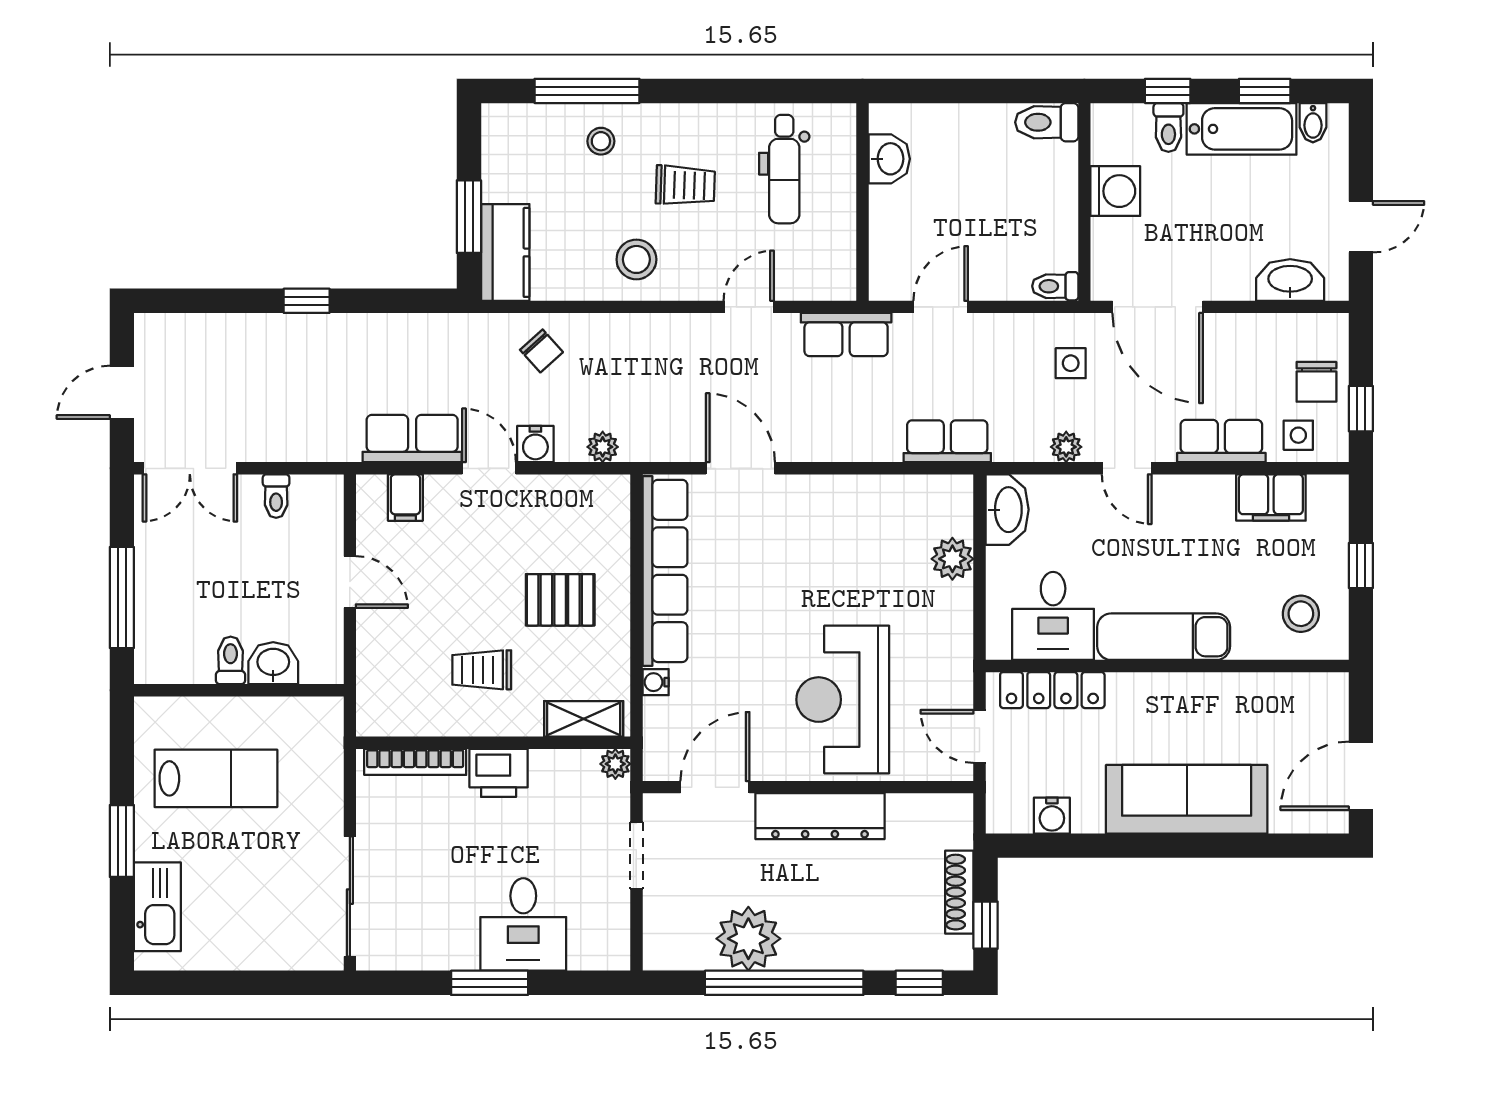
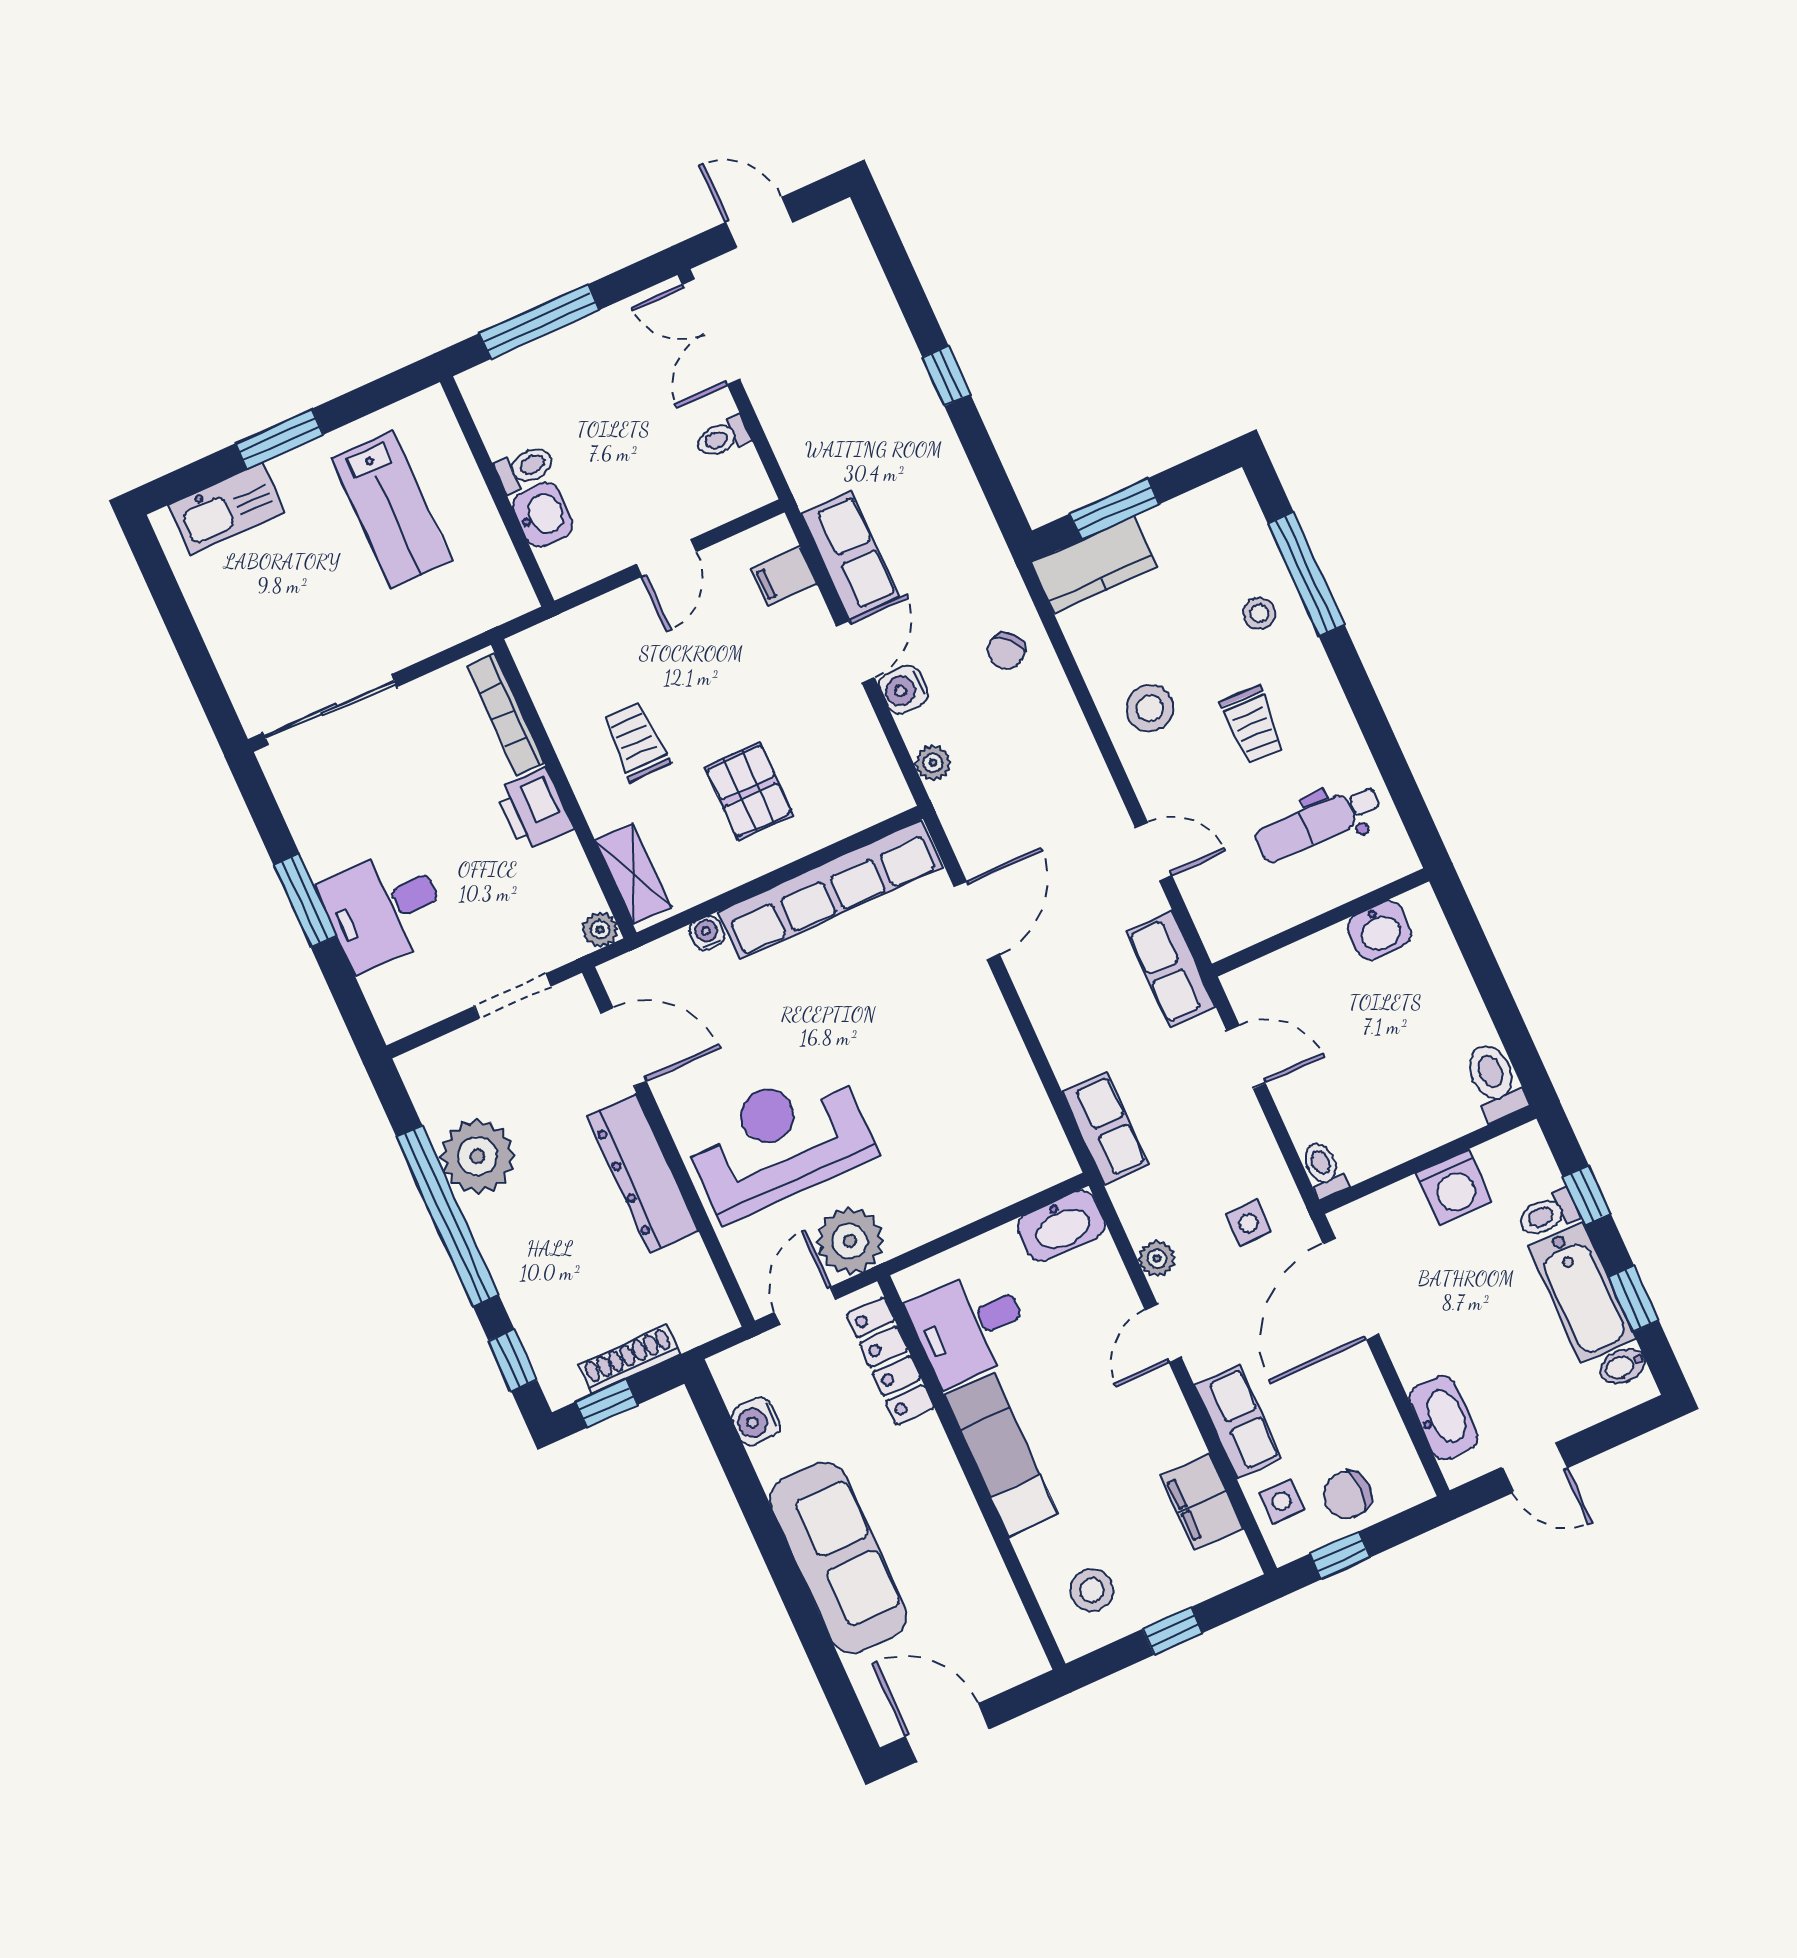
plant: (952, 559) -> (850, 1241), moved, width x1.36, depth x1.36

